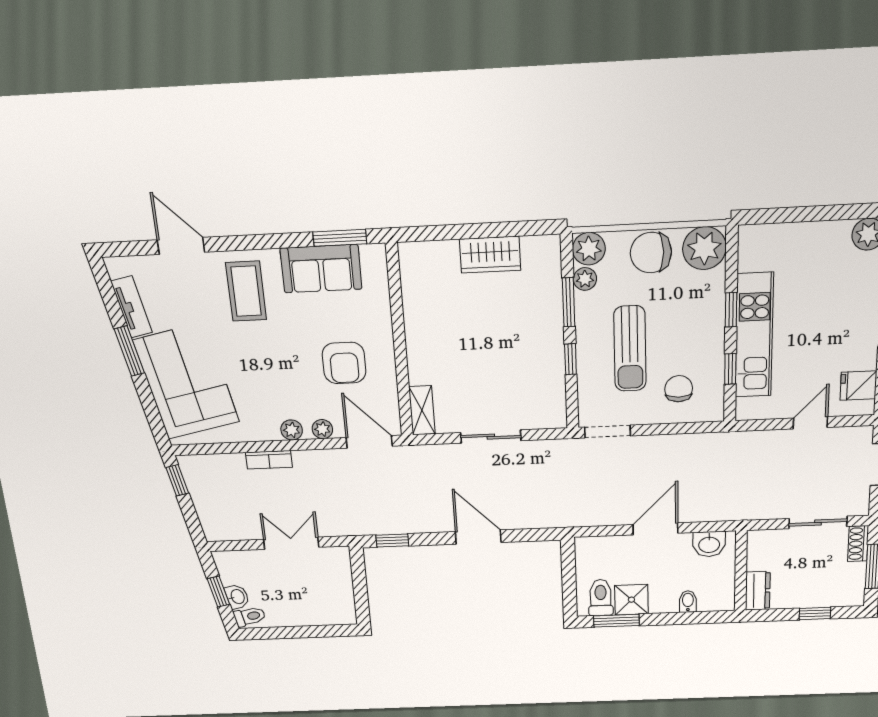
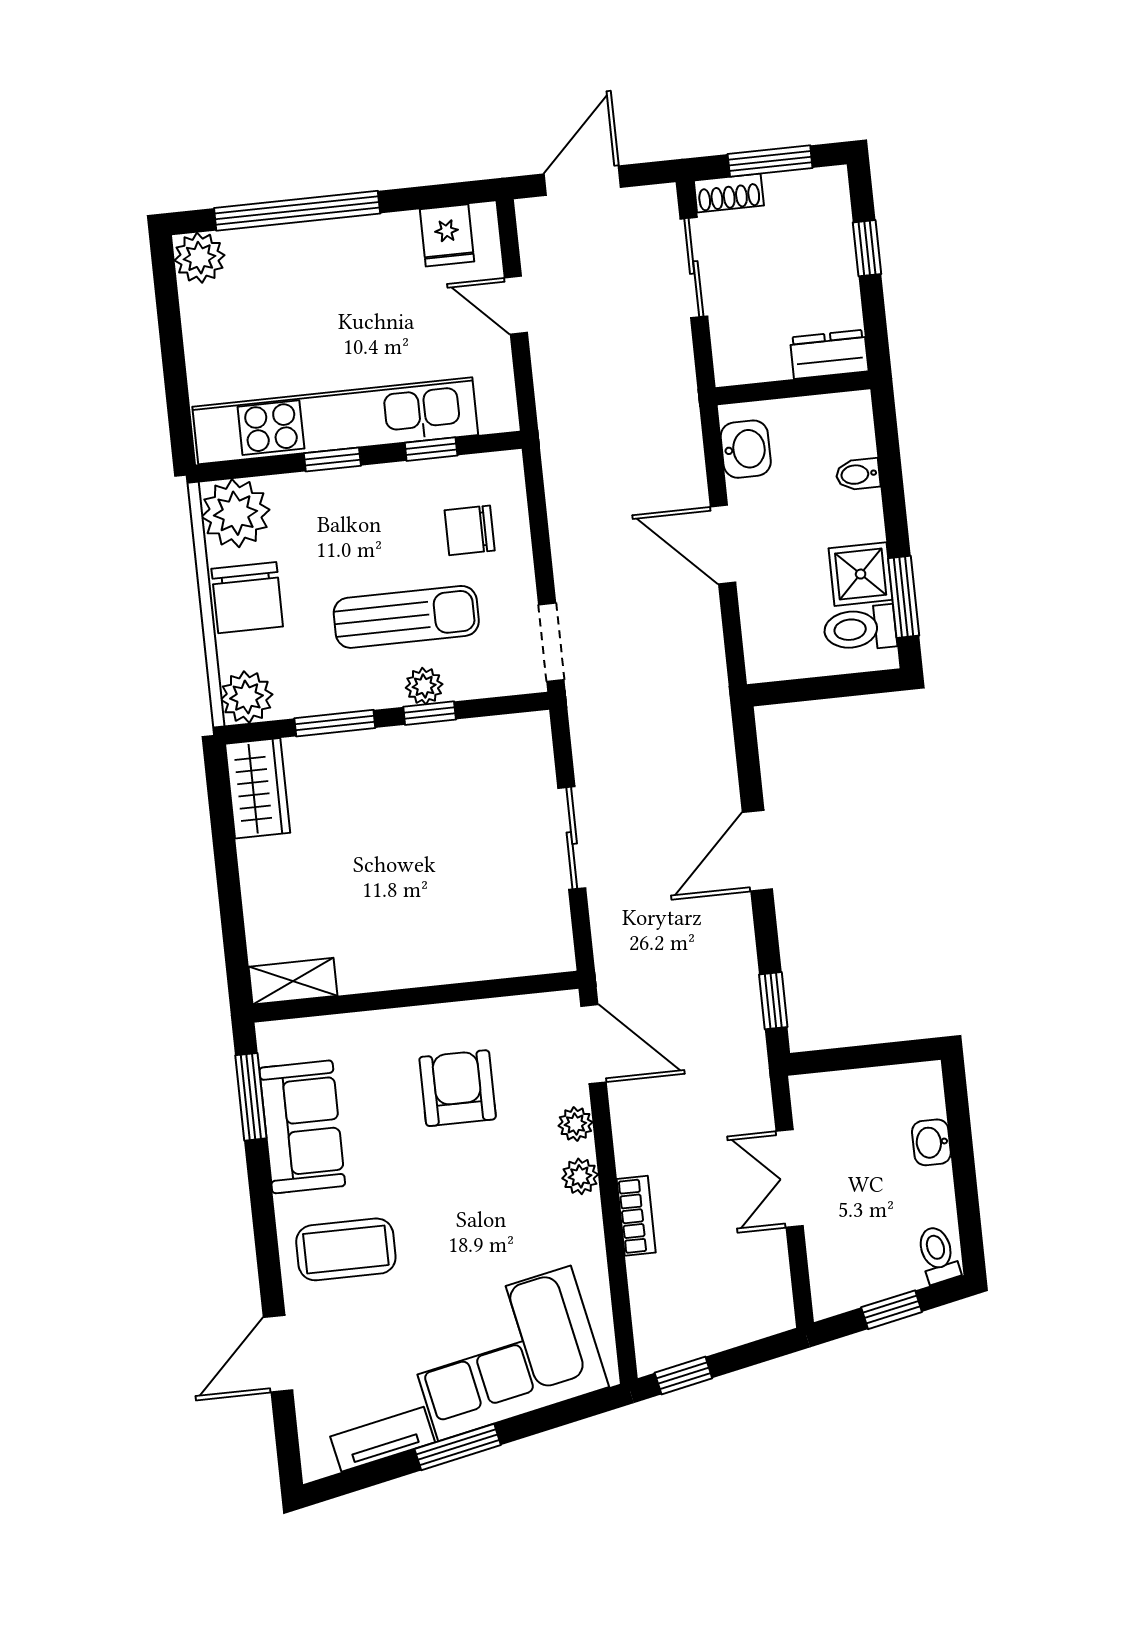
wardrobe: (490, 255) -> (258, 788), moved
plant: (585, 279) -> (424, 686), moved
kitchen unit: (754, 335) -> (335, 421), width x1.36
armchair: (344, 363) -> (458, 1088), turned -90
shelving: (422, 410) -> (293, 981), moved
door: (369, 442) -> (593, 1044), swing flipped
washbasin: (237, 597) -> (931, 1142), moved, turned -78

